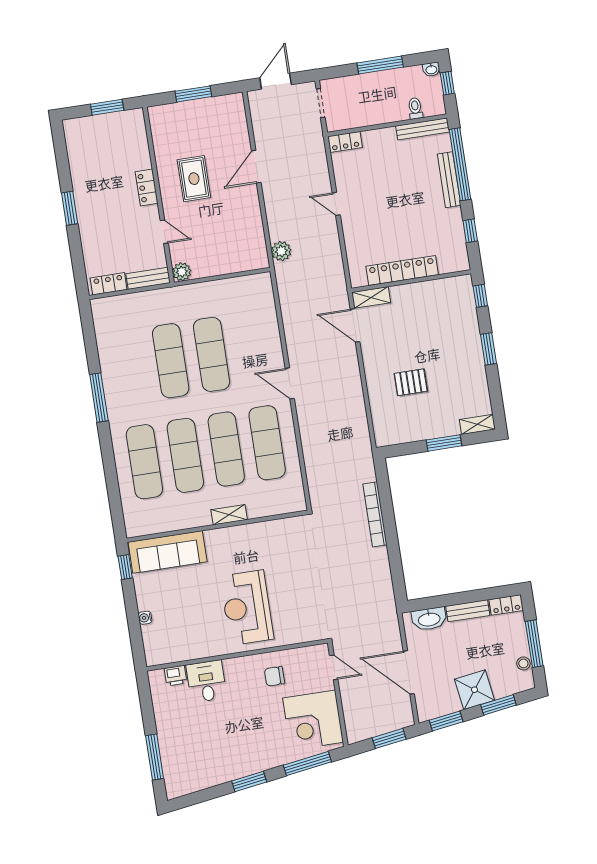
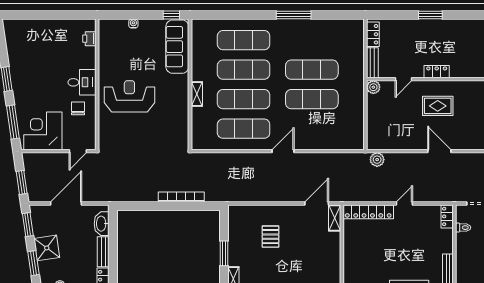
toilet: (415, 108) -> (463, 228), moved
locker: (402, 270) -> (368, 212), moved, turned 90
desk: (206, 681) -> (82, 82), moved
window: (155, 757) -> (34, 15), removed

